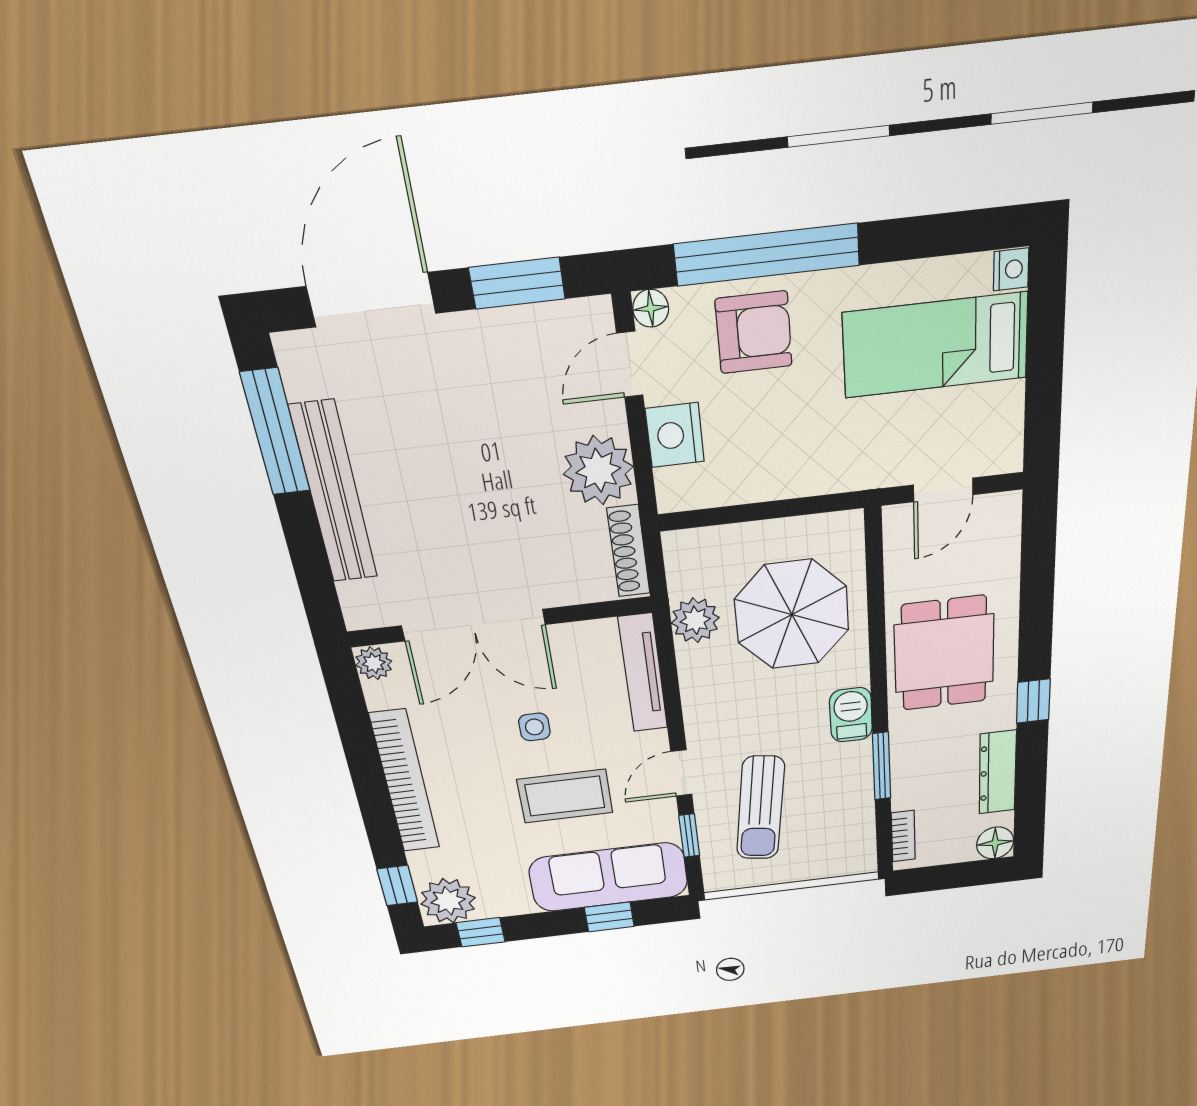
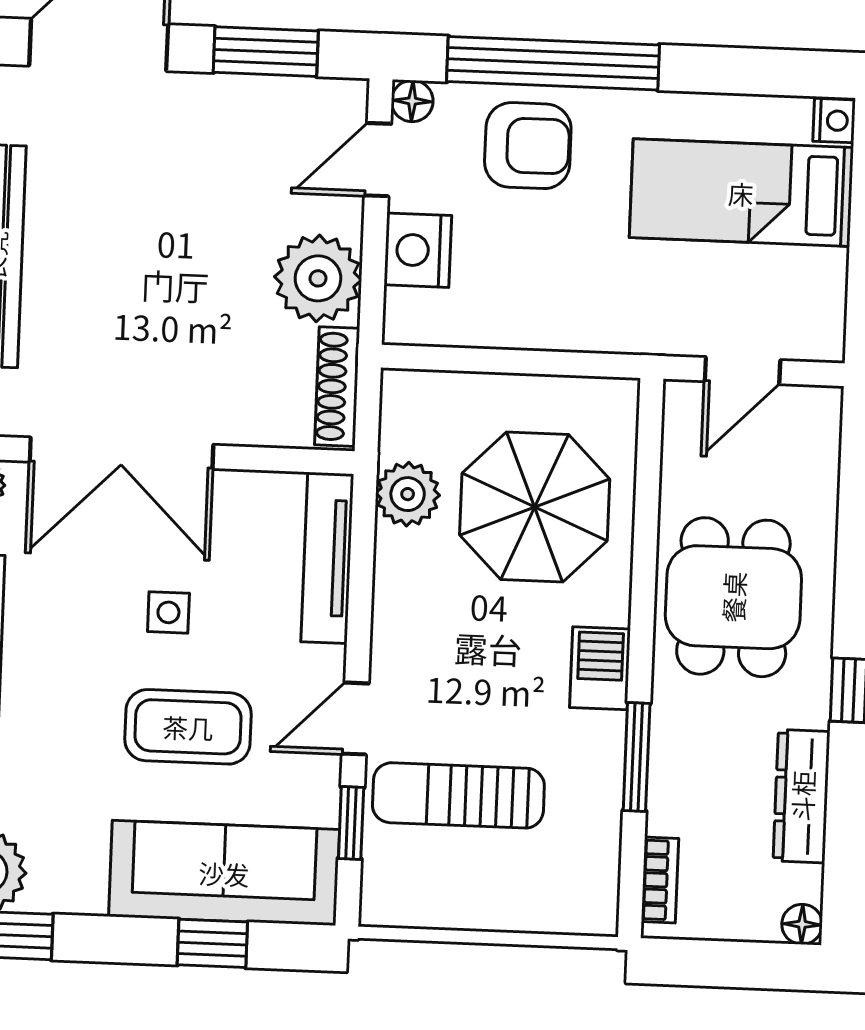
sun lounger: (760, 808) -> (458, 795), turned 82
floor lamp: (995, 843) -> (802, 924), width x0.73, depth x0.73

